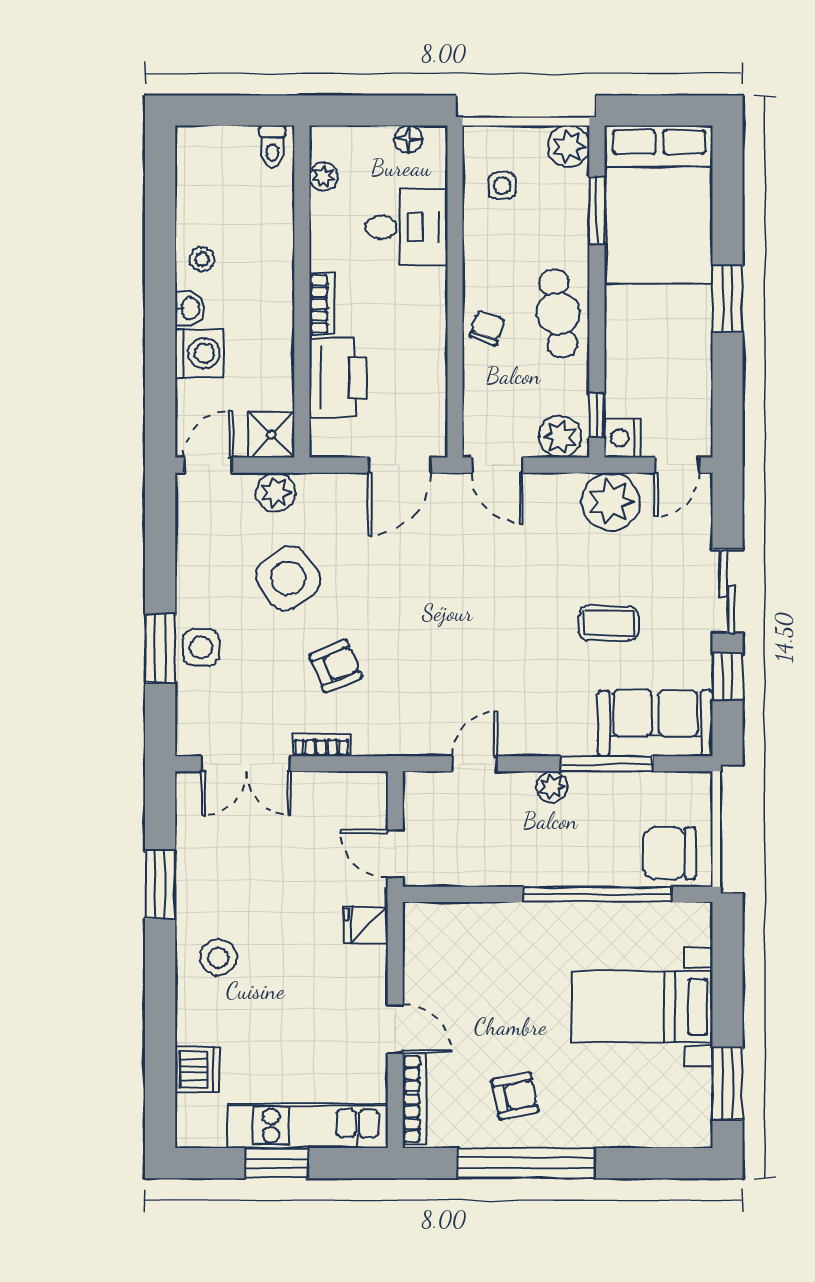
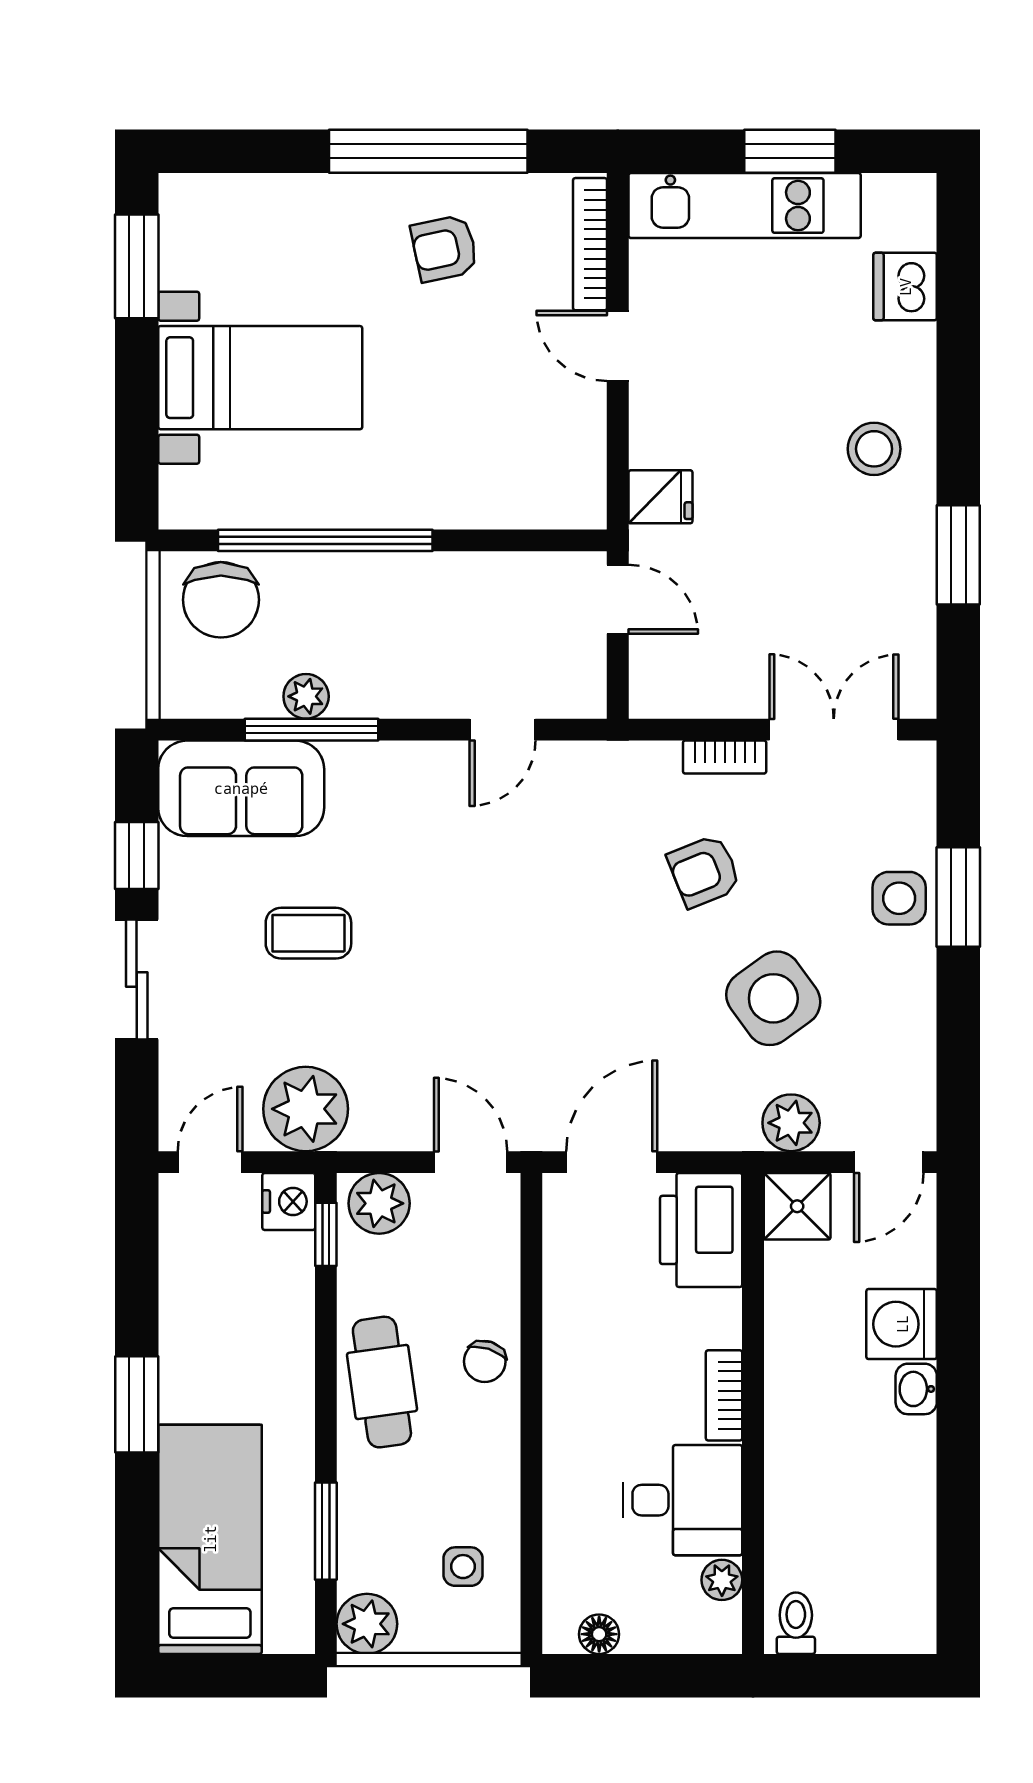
bed: (659, 205) -> (210, 1539), width x0.67
desk: (406, 227) -> (683, 1500), moved, turned 180
stool: (202, 259) -> (898, 1461), removed
printer: (338, 378) -> (701, 1230), moved
plant: (552, 787) -> (306, 696), moved
chair: (669, 853) -> (221, 600), turned 90

